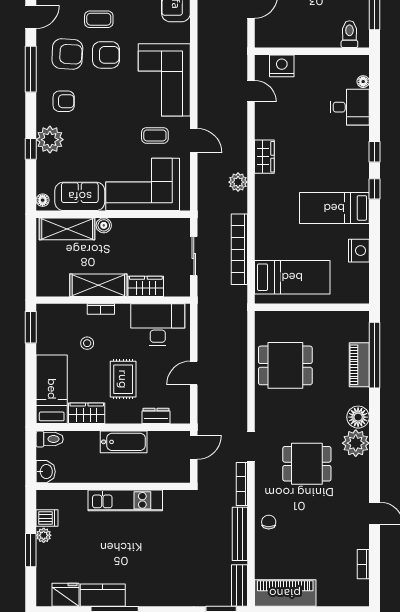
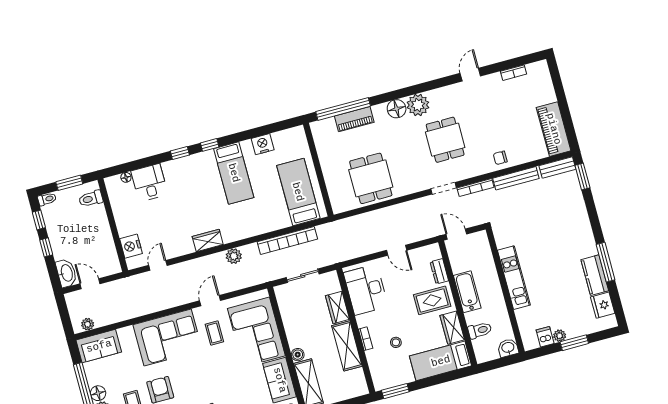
rug: (123, 379) -> (432, 300), moved
toilet: (50, 439) -> (480, 330), moved, turned 90

